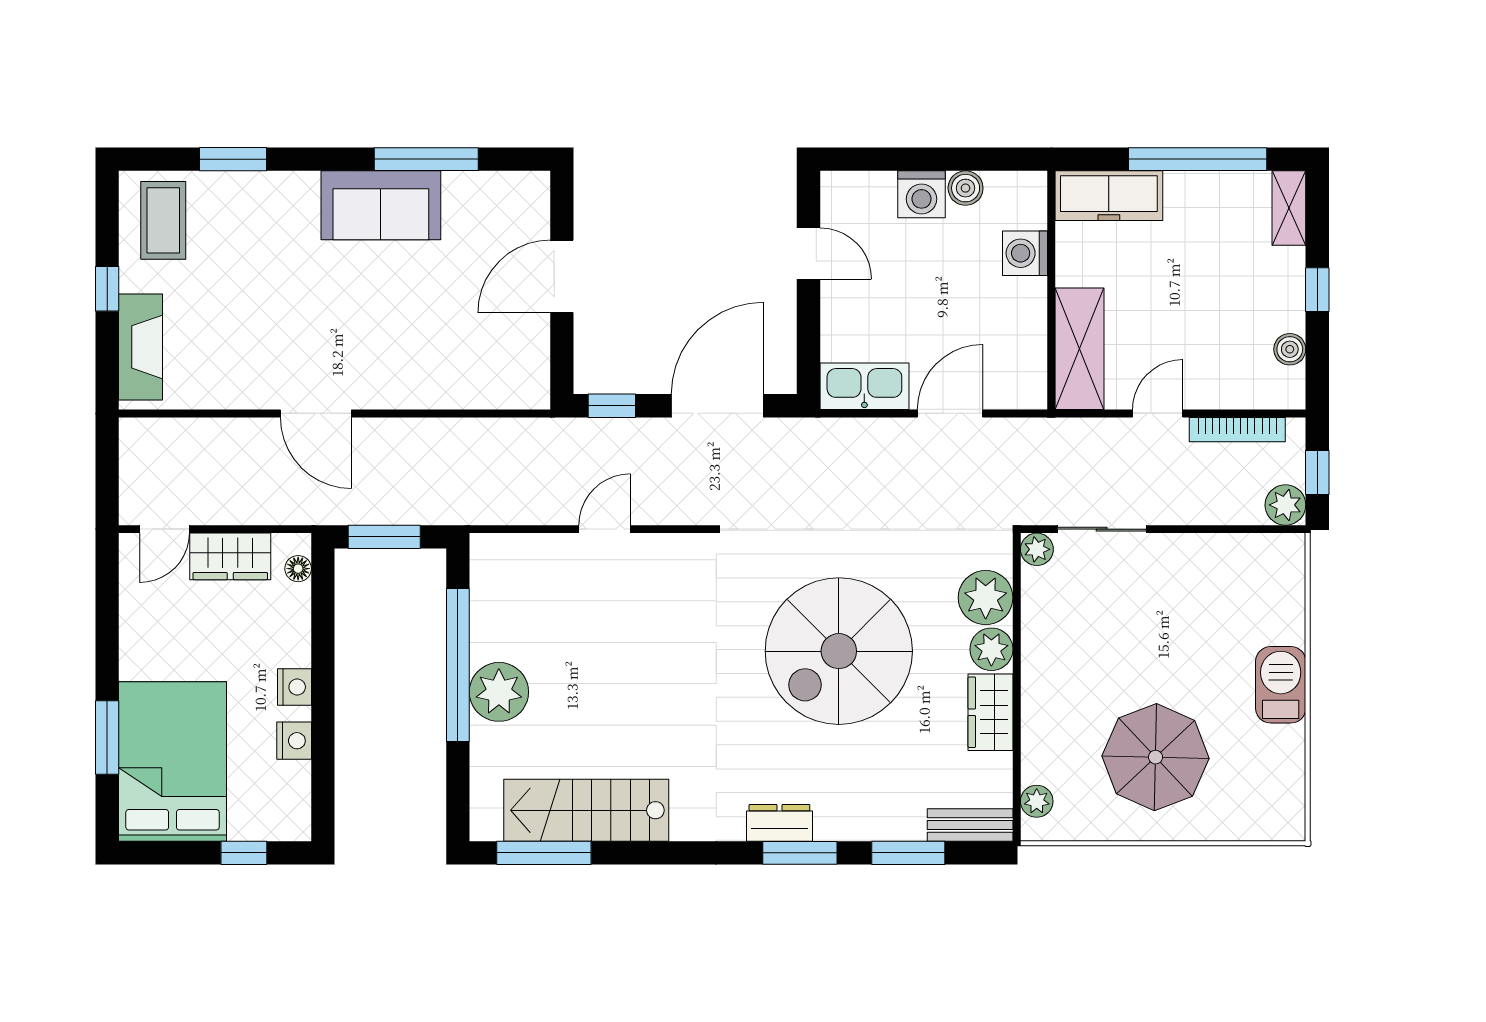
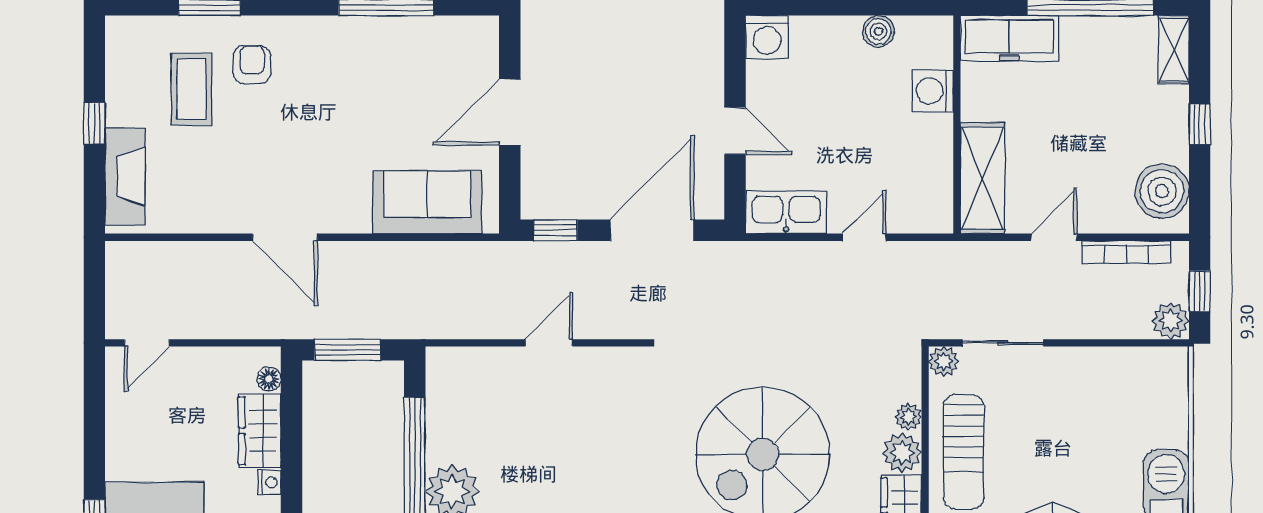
washing machine: (922, 194) -> (767, 37), moved
sofa: (381, 205) -> (427, 202), moved, turned 180
coffee table: (163, 220) -> (191, 89), moved
armchair: (280, 225) -> (252, 65), added
door: (809, 253) -> (735, 131), moved
boiler: (1290, 349) -> (1162, 191), width x1.86, depth x1.86
door: (950, 413) -> (864, 237), width x0.73
wardrobe: (230, 556) -> (260, 431), moved, turned 90
plant: (986, 598) -> (908, 417), width x0.53, depth x0.53
sun lounger: (1059, 648) -> (964, 452), added
nightstand: (294, 687) -> (270, 482), width x0.72, depth x0.74

